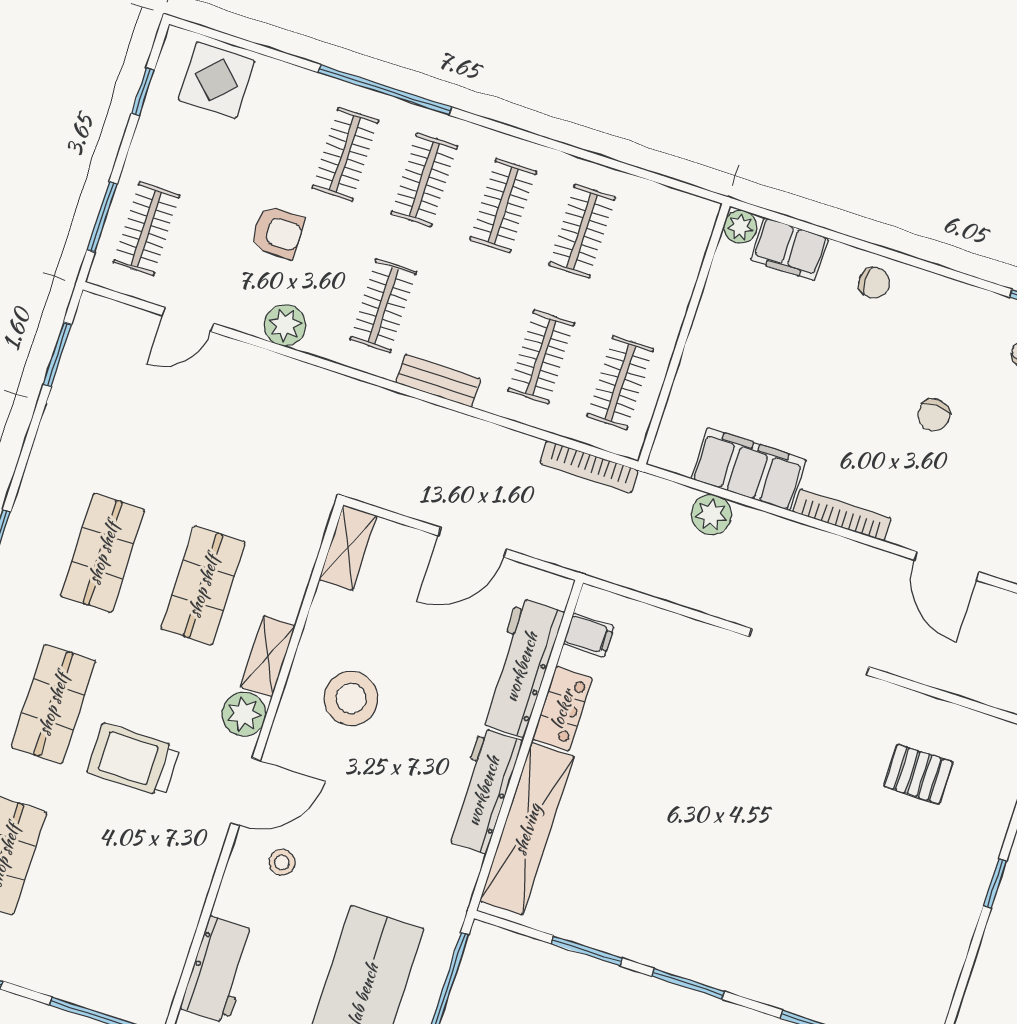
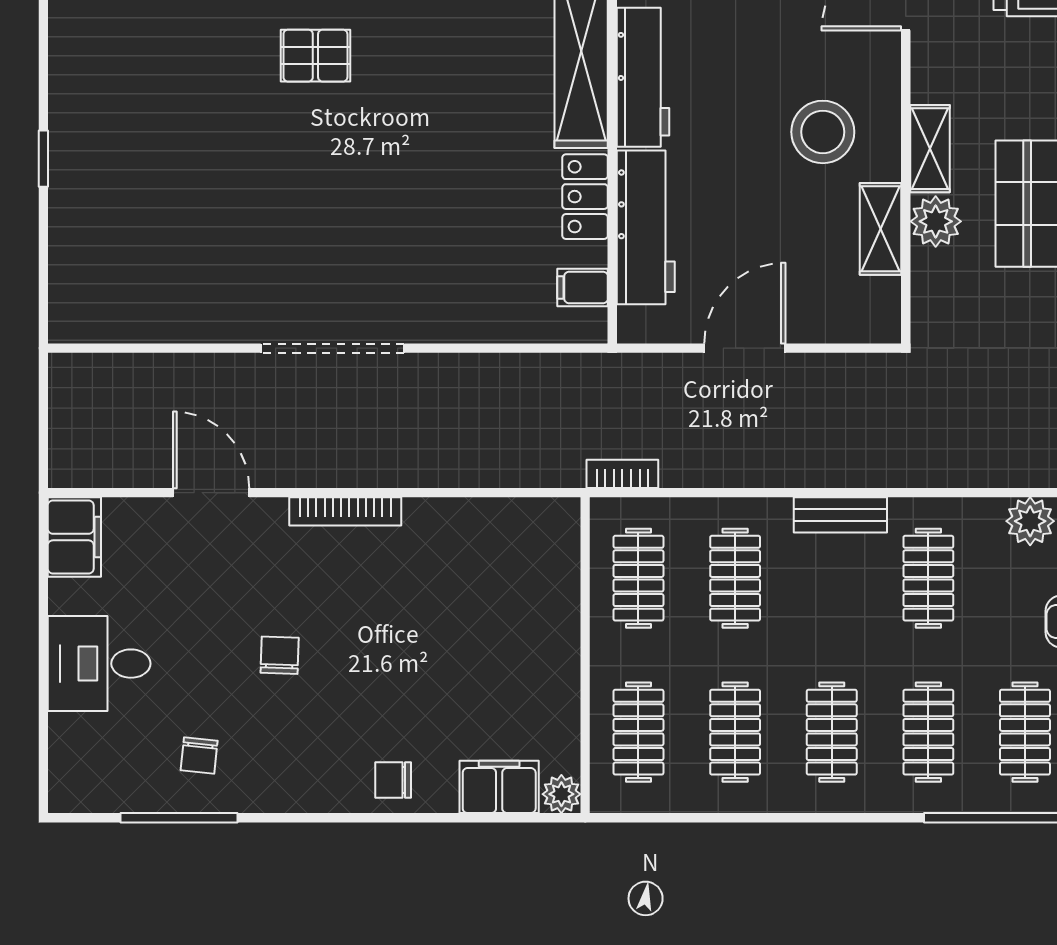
clothes rail: (661, 257) -> (638, 732), added
bookcase: (589, 467) -> (622, 474), width x0.64
filing cabinet: (748, 469) -> (465, 529), removed
plant: (711, 515) -> (490, 465), removed
shelving: (348, 548) -> (881, 229), moved
plant: (244, 714) -> (936, 221), moved
pallet: (918, 774) -> (315, 56), moved

